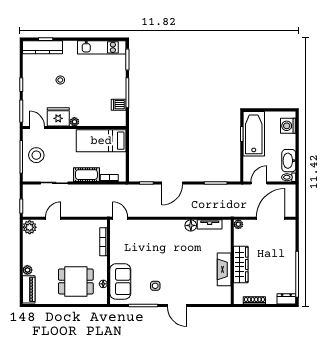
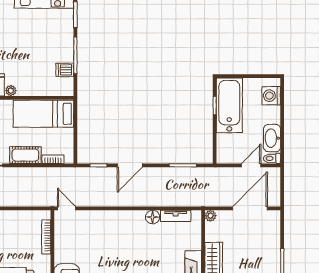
door: (259, 183) -> (251, 165), moved

